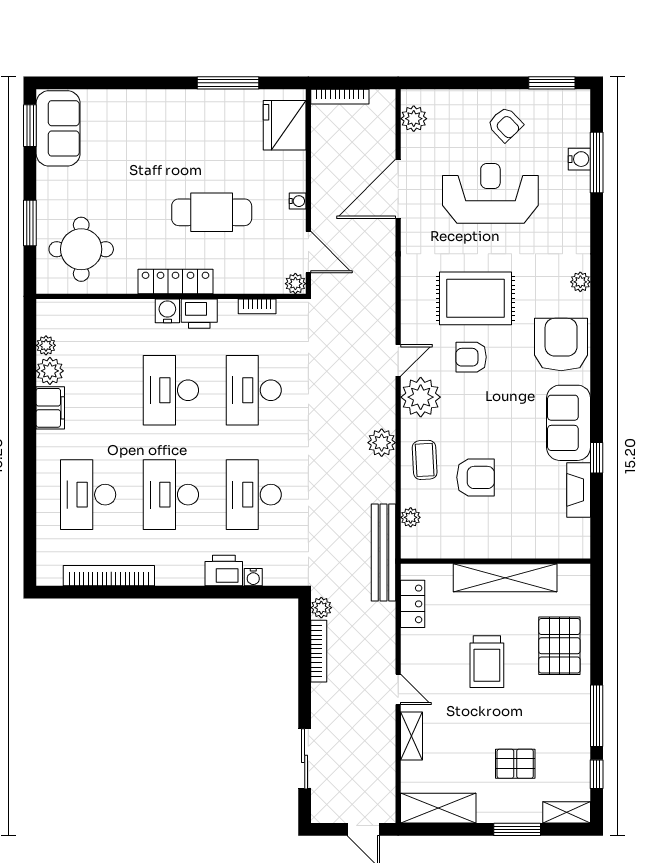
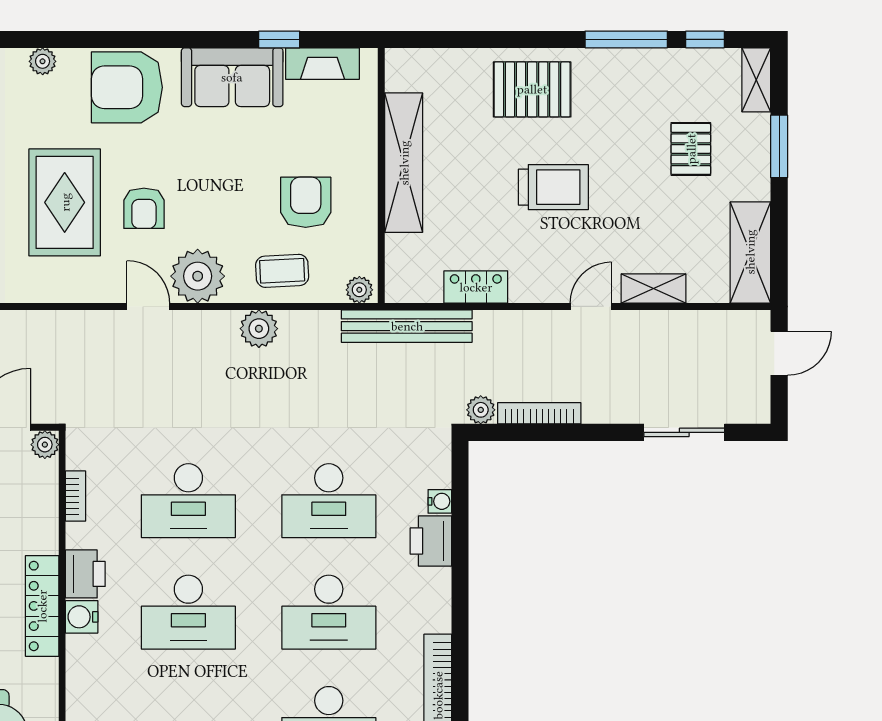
wall: (495, 561) -> (381, 175), moved
shelving: (505, 578) -> (404, 163), moved

